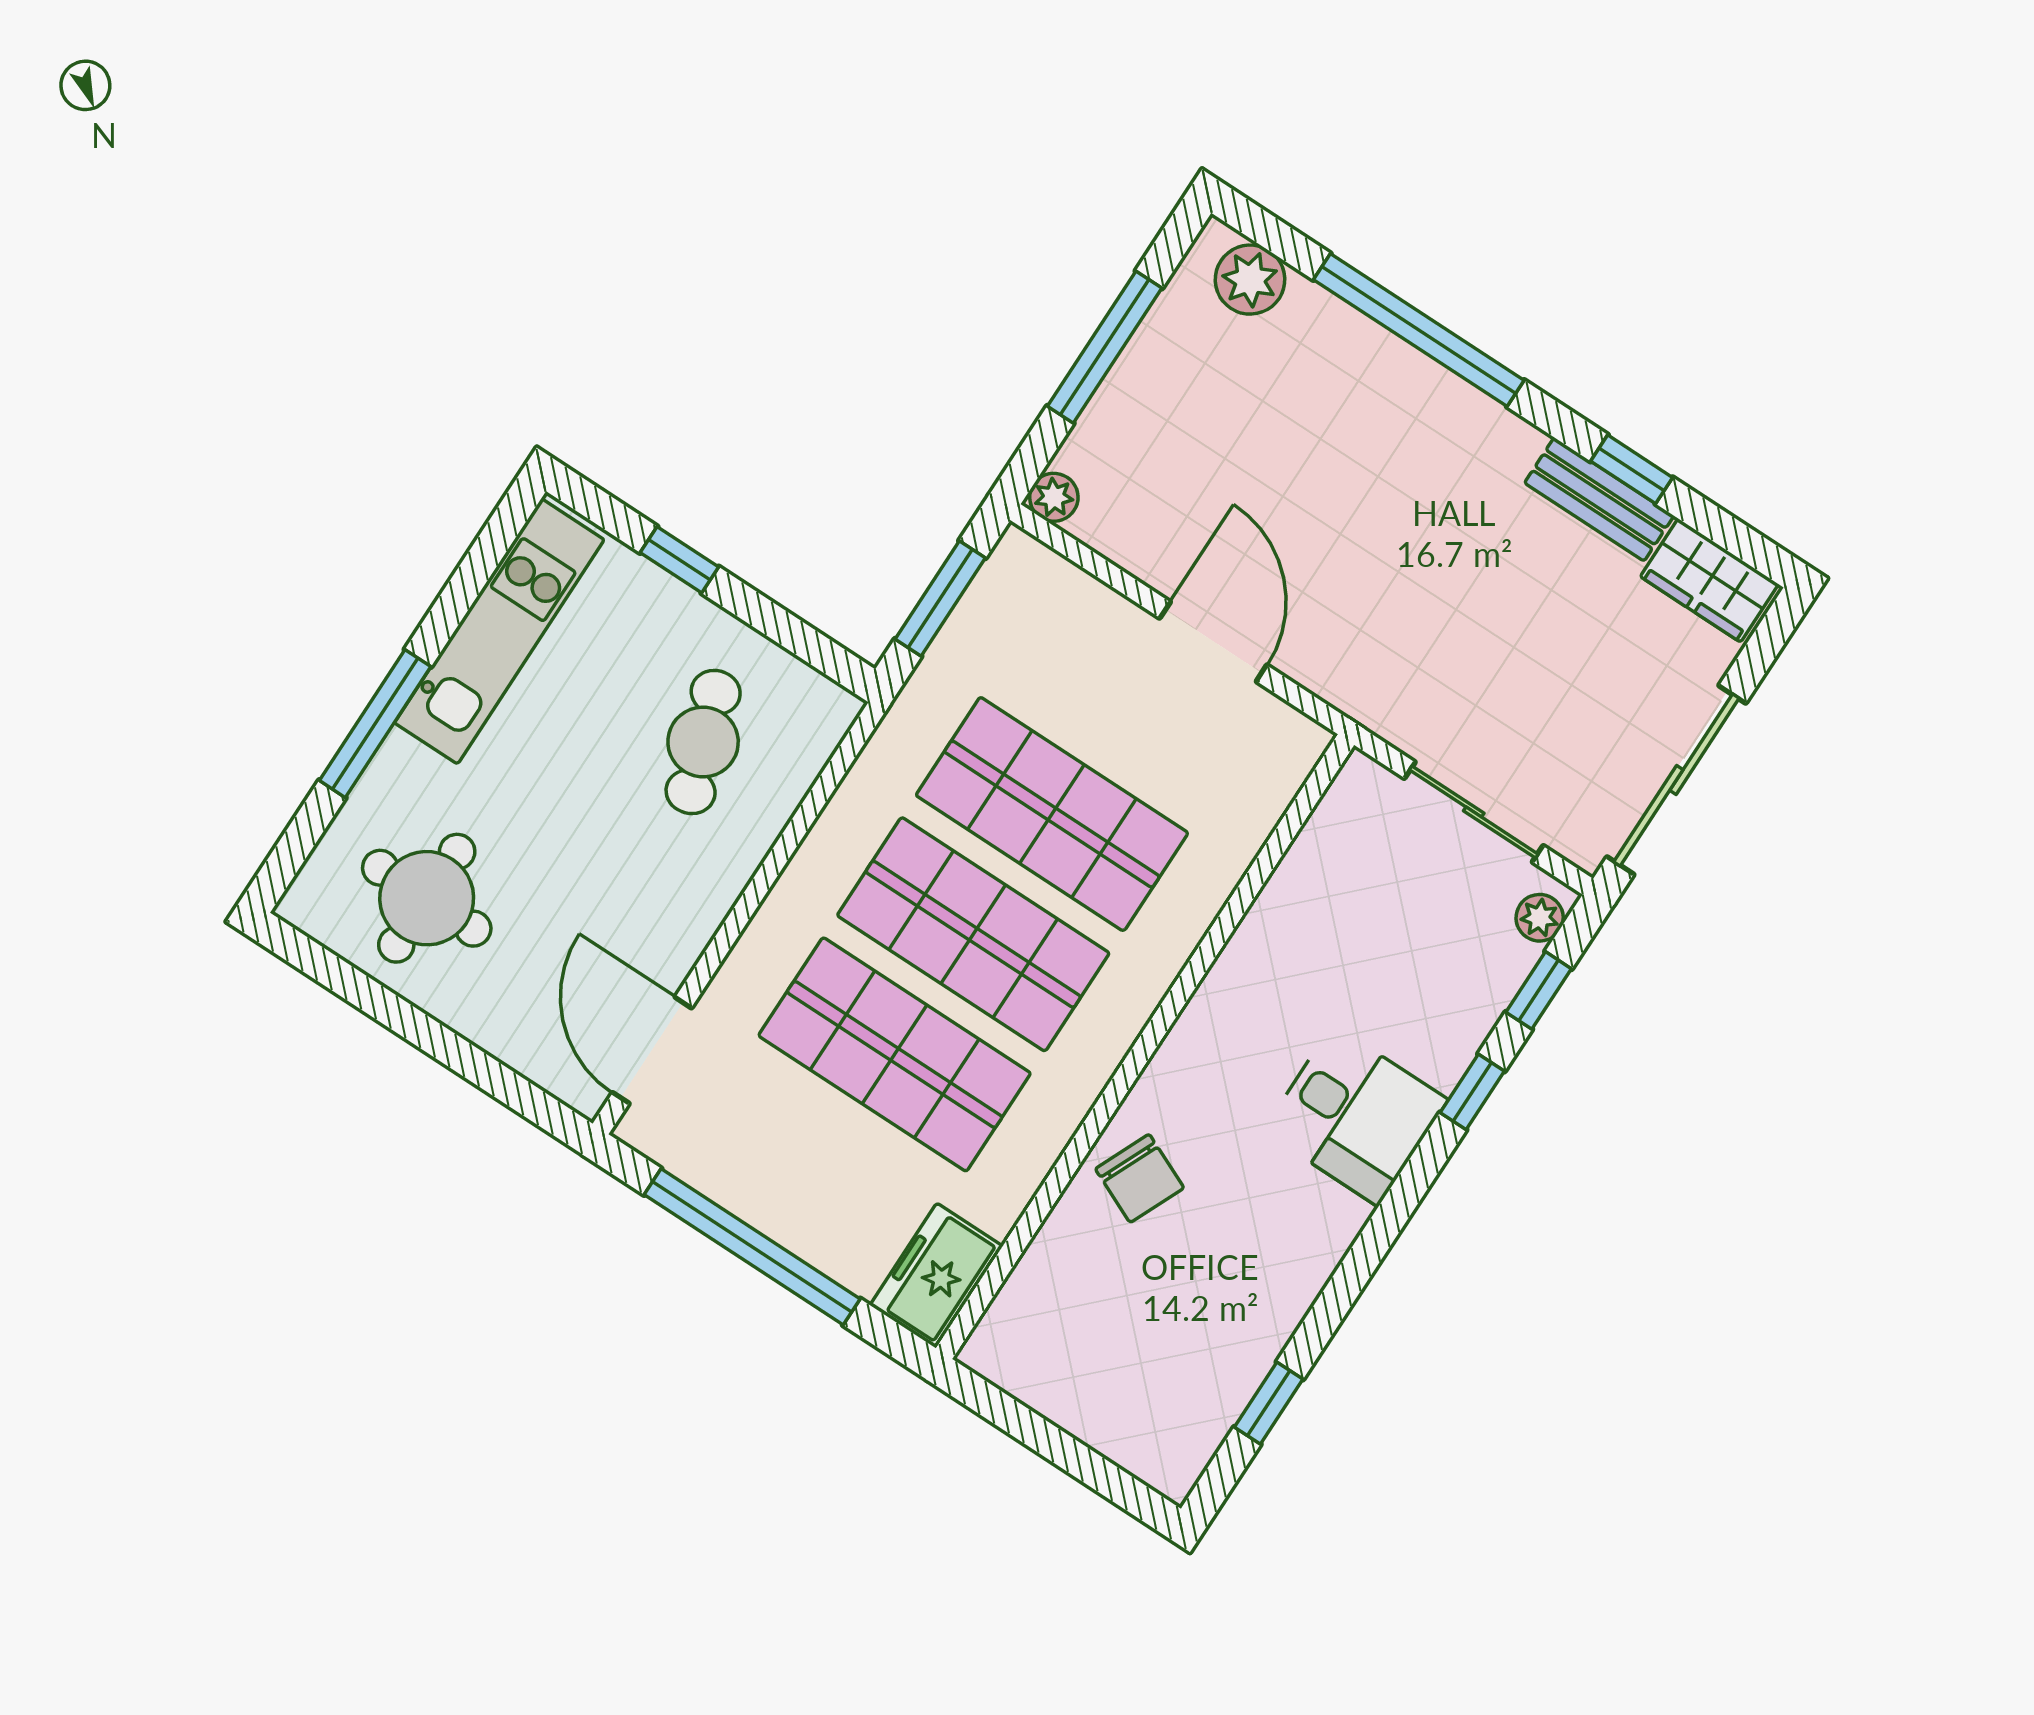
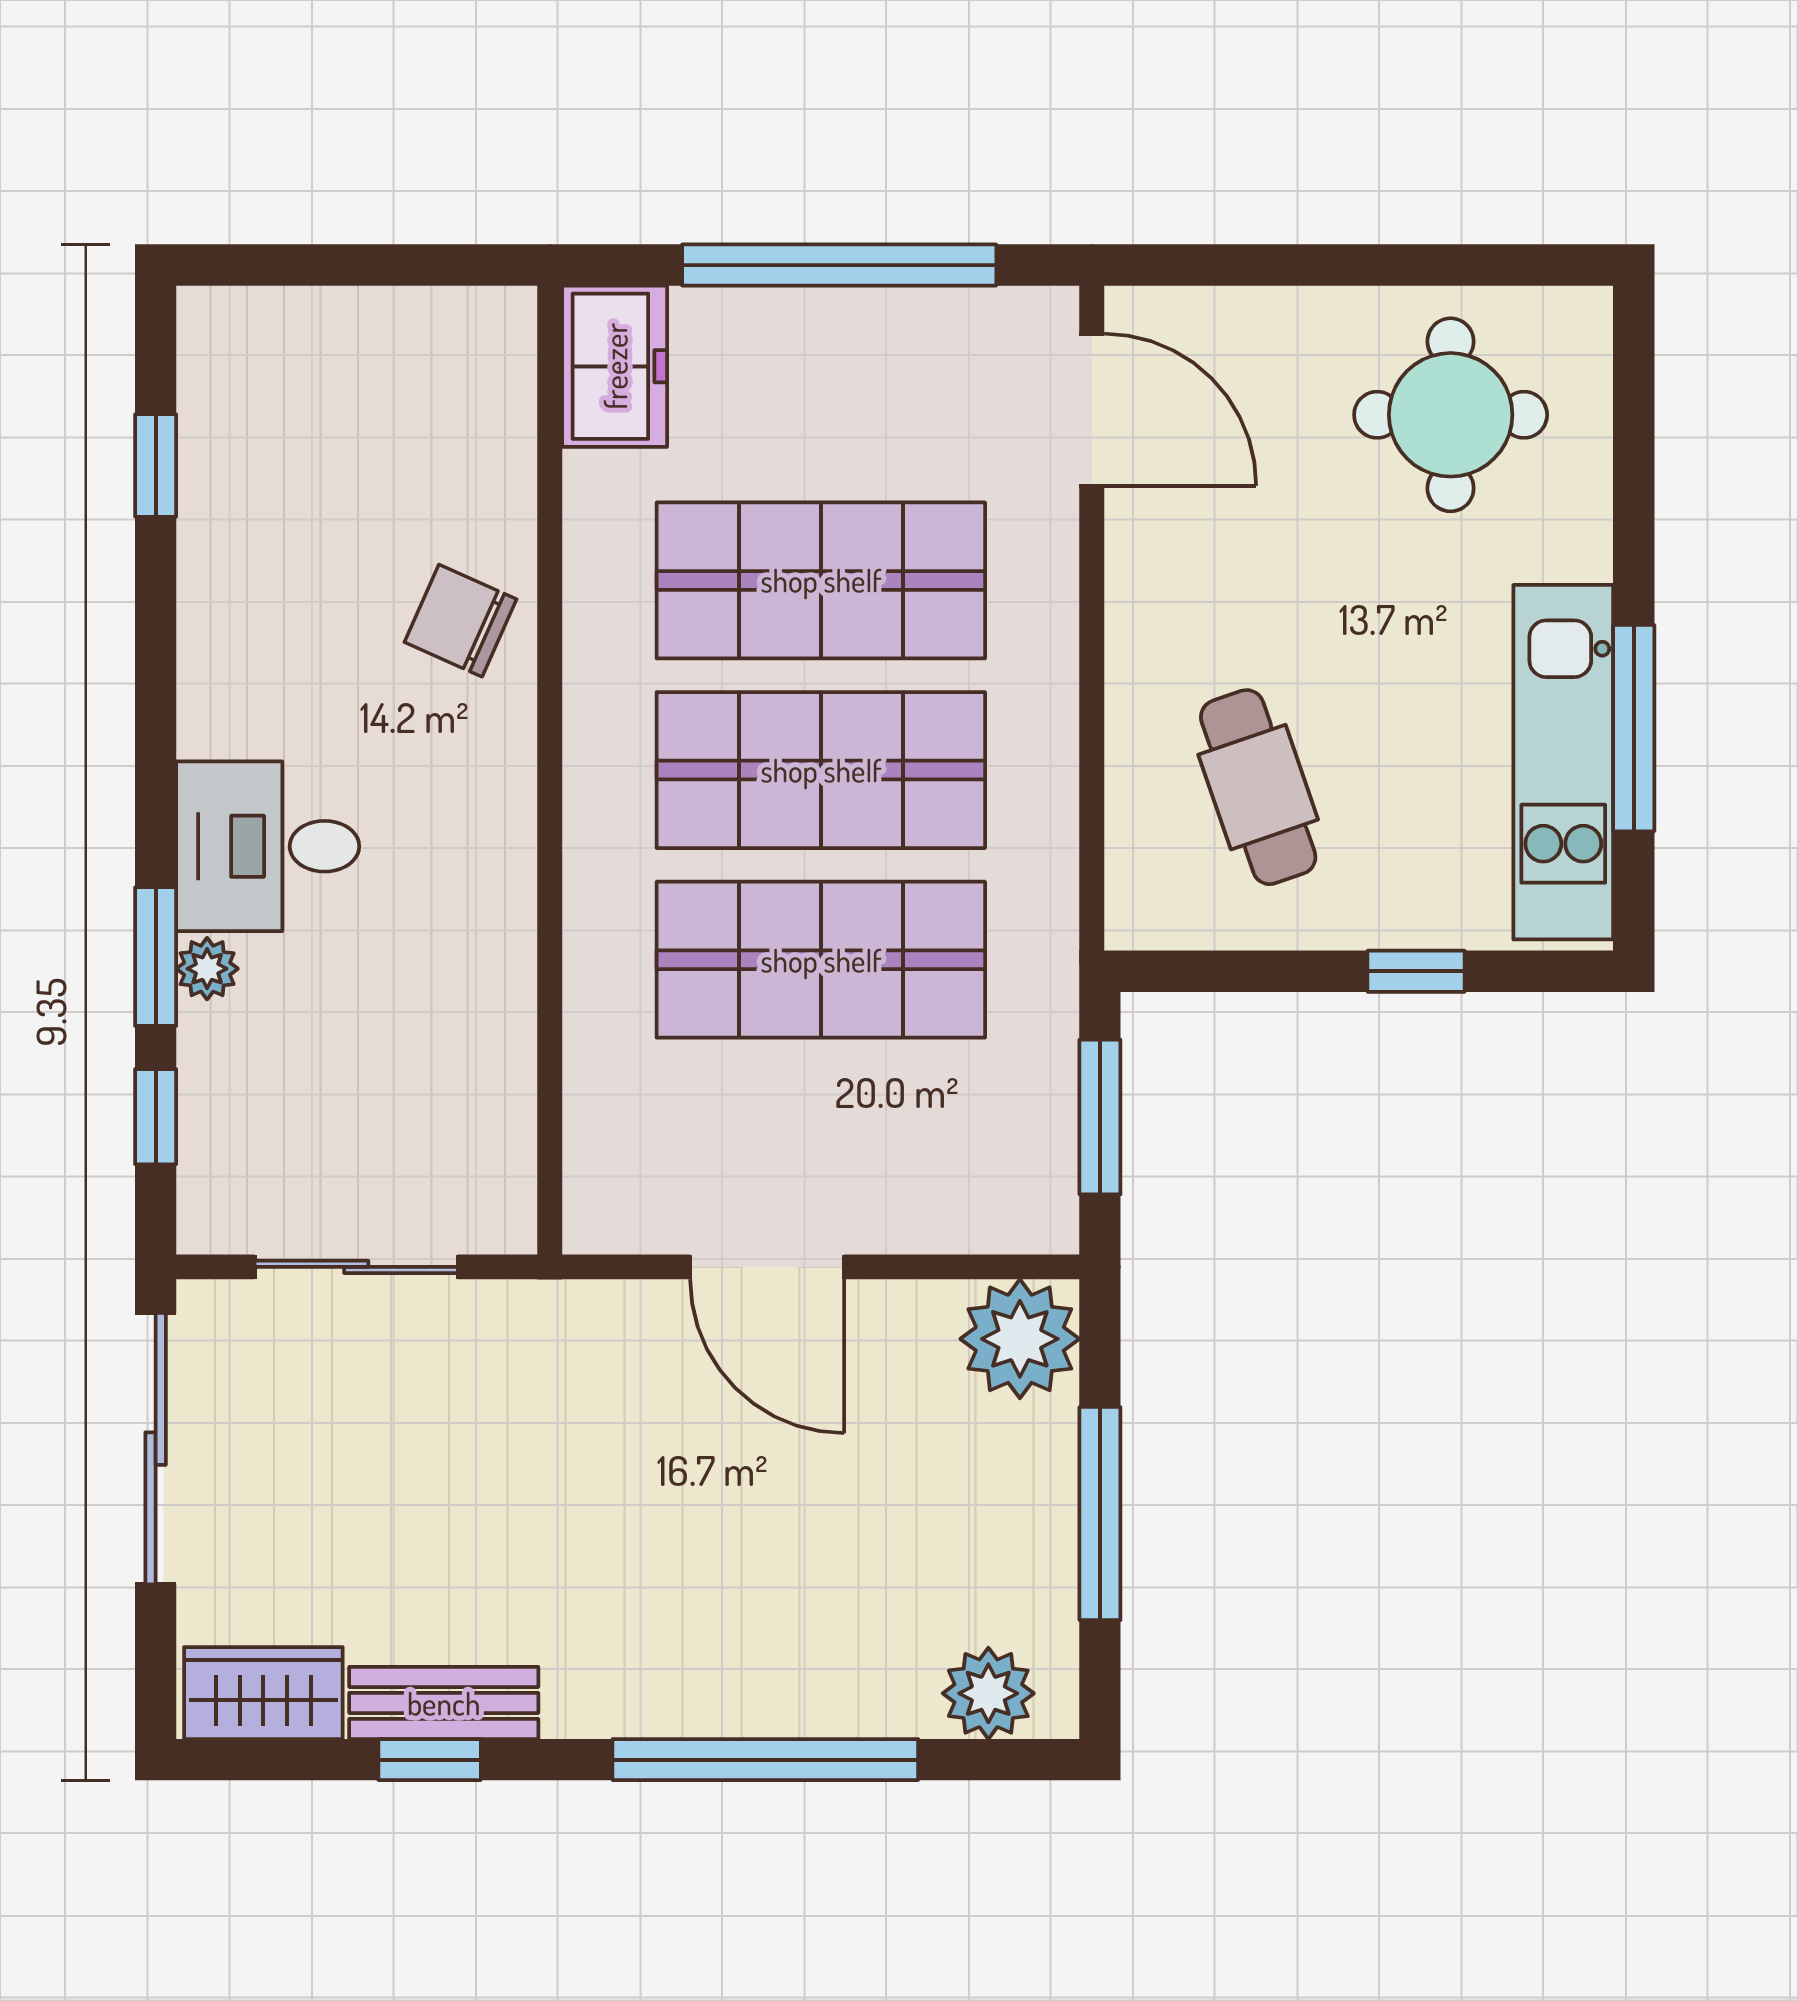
plant: (1054, 497) -> (1020, 1339), width x1.87, depth x1.87
window: (375, 724) -> (1634, 728), moved
plant: (1540, 918) -> (207, 969), moved
window: (1472, 1092) -> (156, 957), width x1.50

